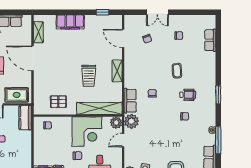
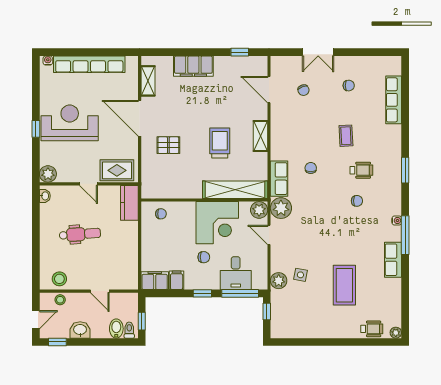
row of seats: (210, 40) -> (394, 100), width x1.48
trolley: (89, 76) -> (220, 143), turned 180
pallet: (58, 102) -> (168, 145), moved
door: (123, 140) -> (269, 235), hinge flipped

